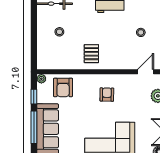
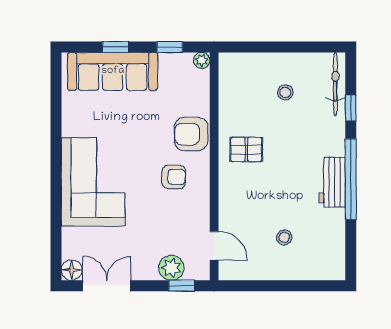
armchair: (63, 87) -> (191, 134), moved
window: (34, 127) -> (115, 47), width x0.46

